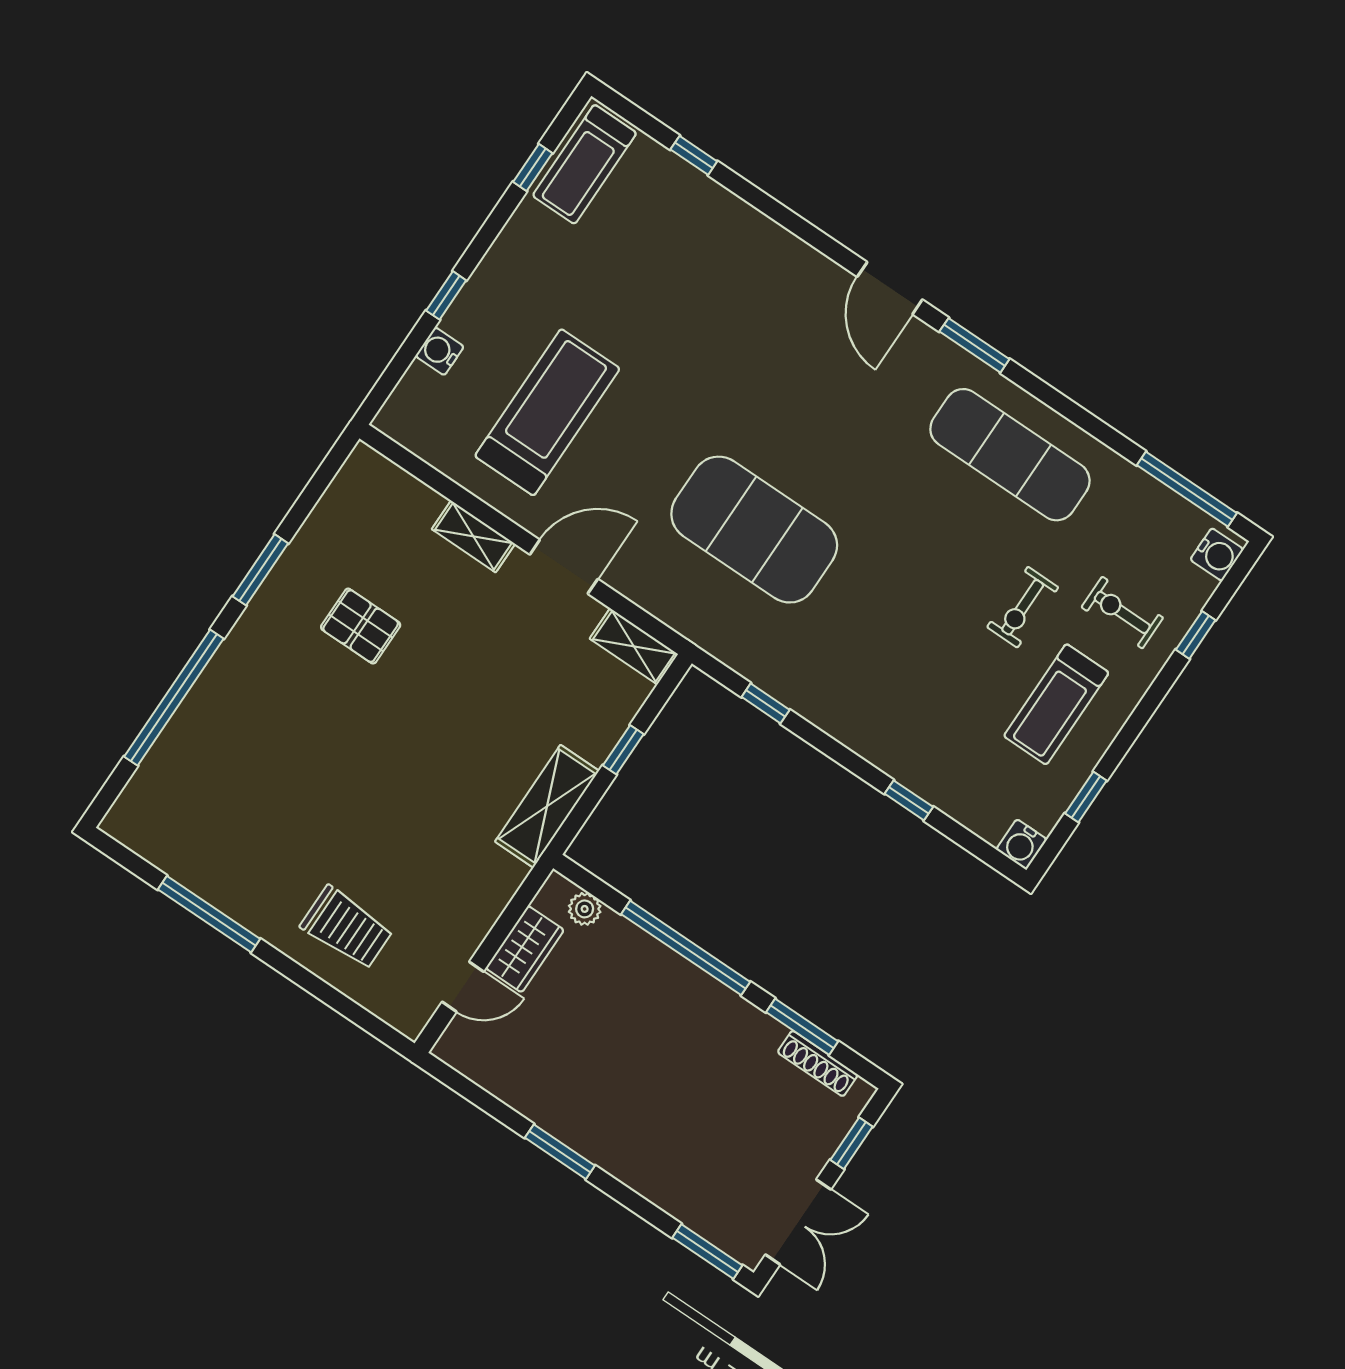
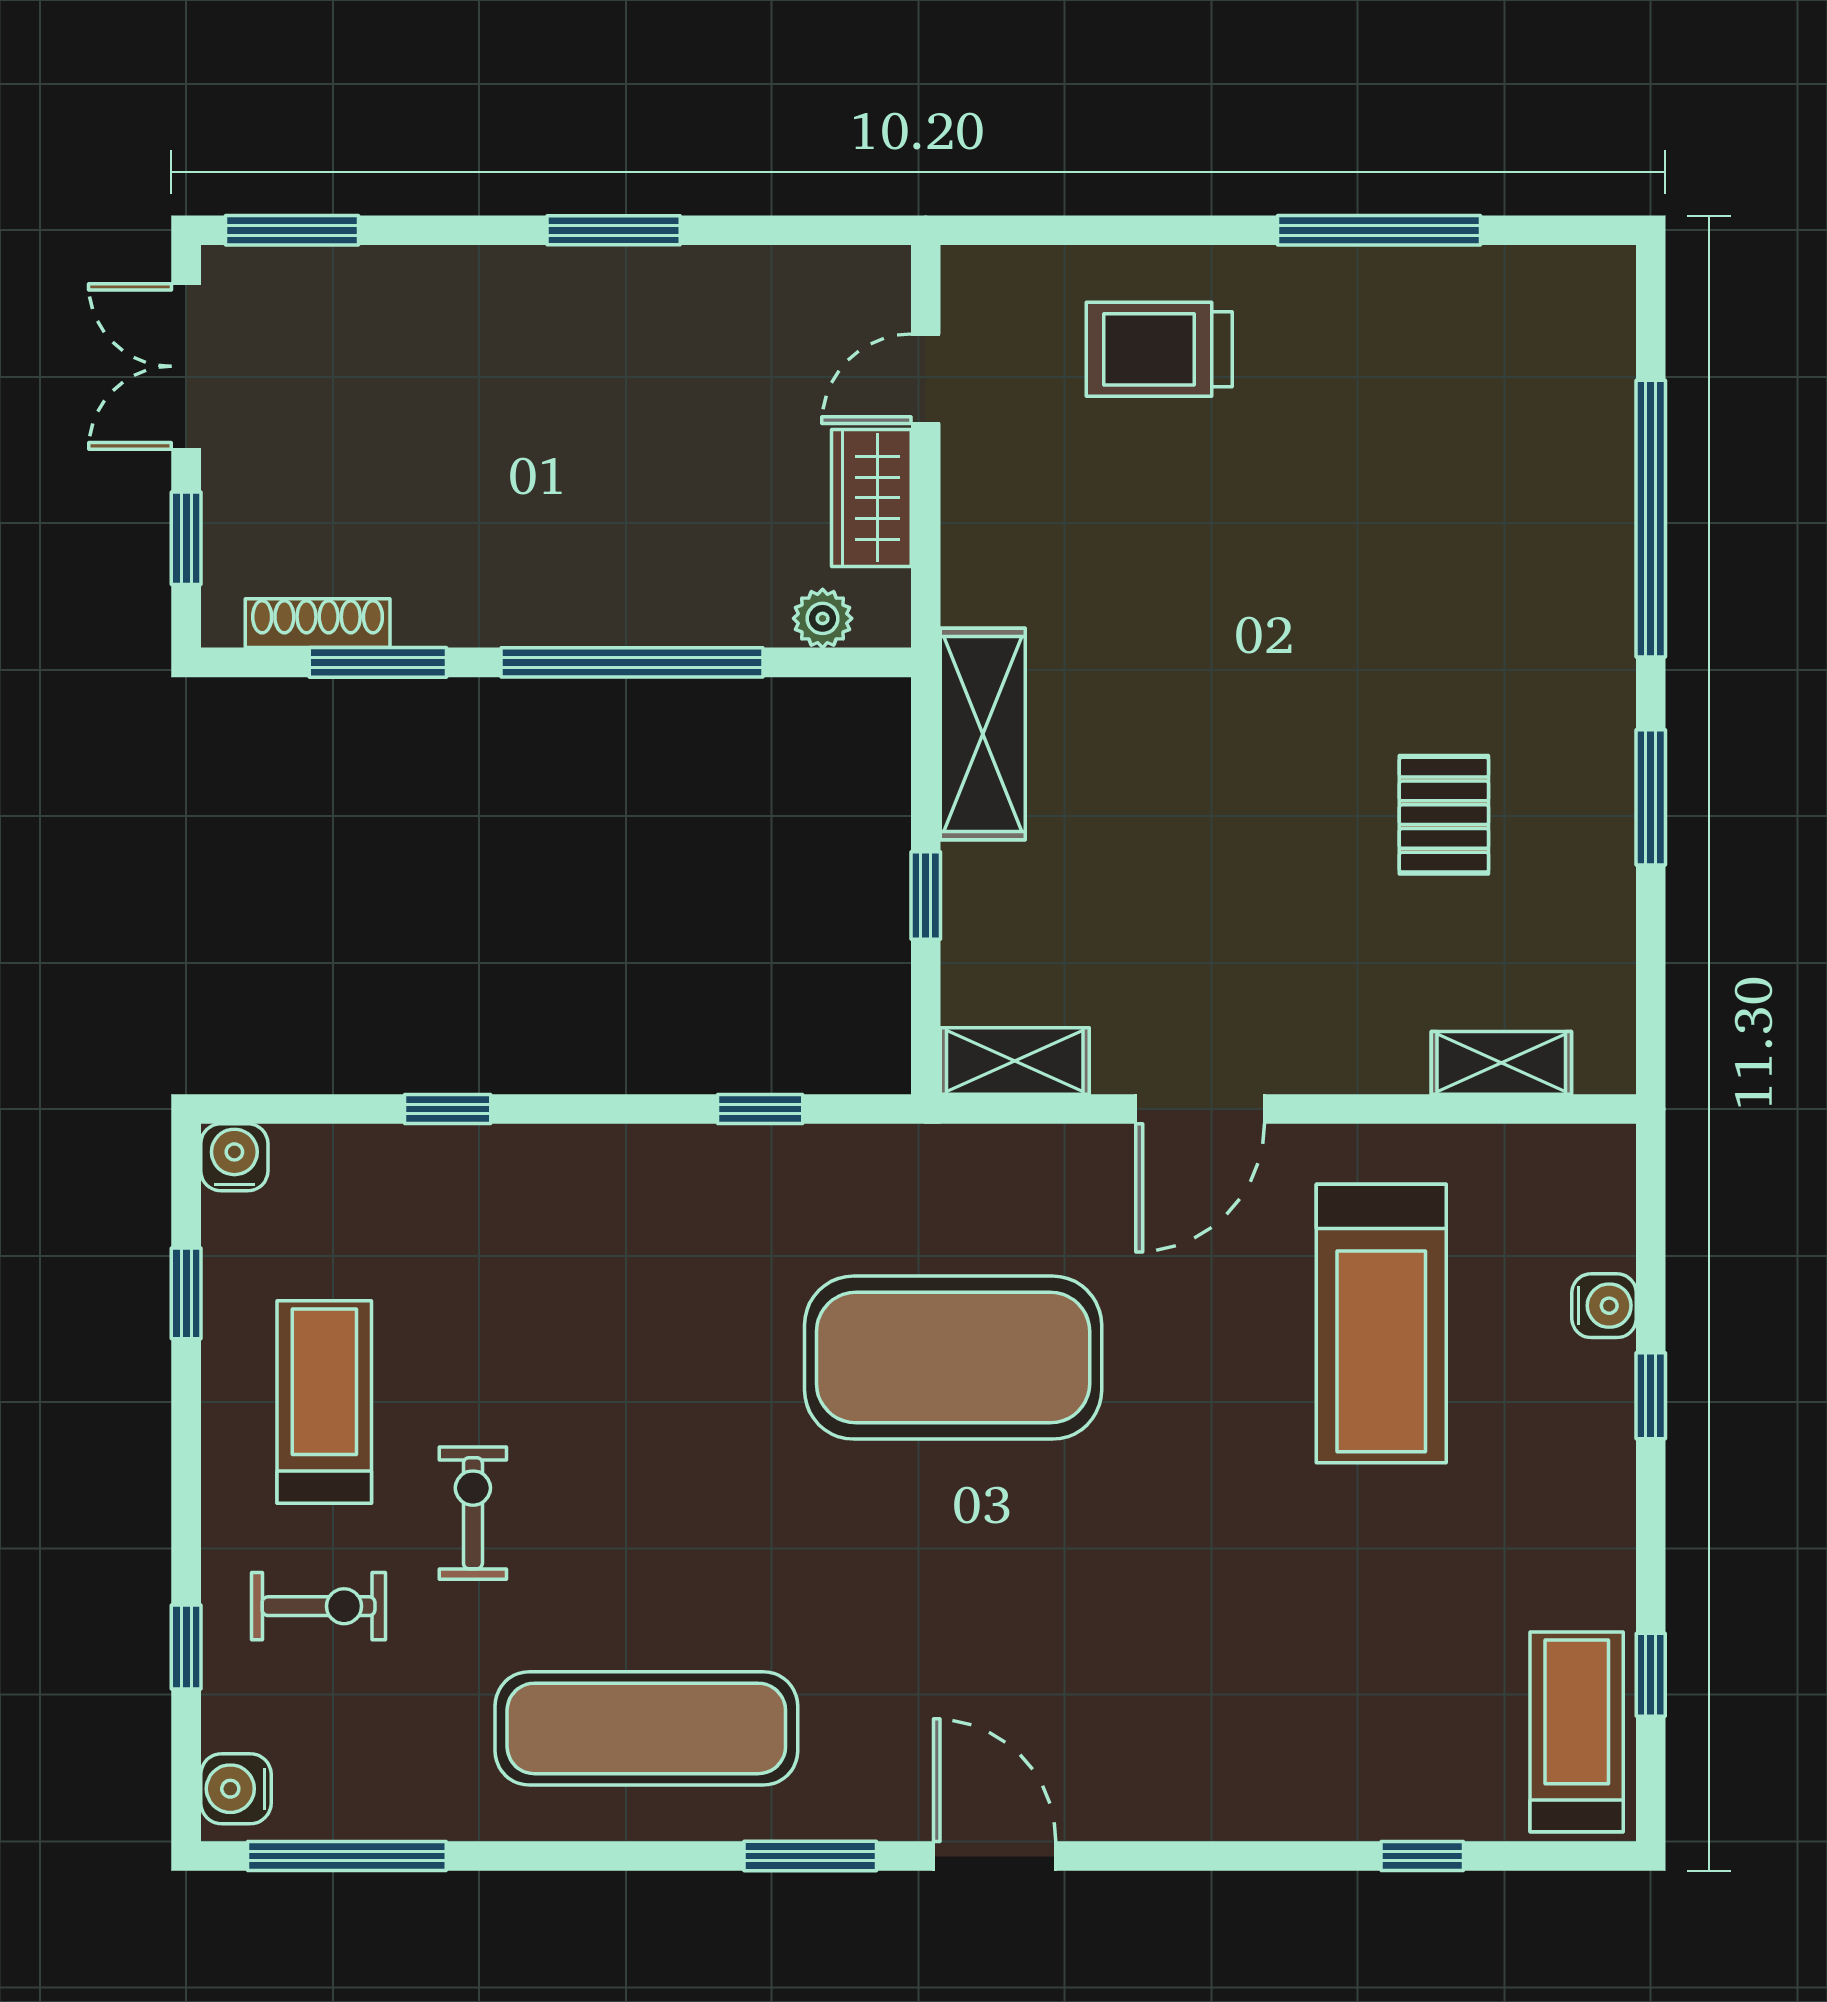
shelving: (473, 536) -> (1501, 1063), moved
pallet: (361, 626) -> (1444, 815), turned 90

